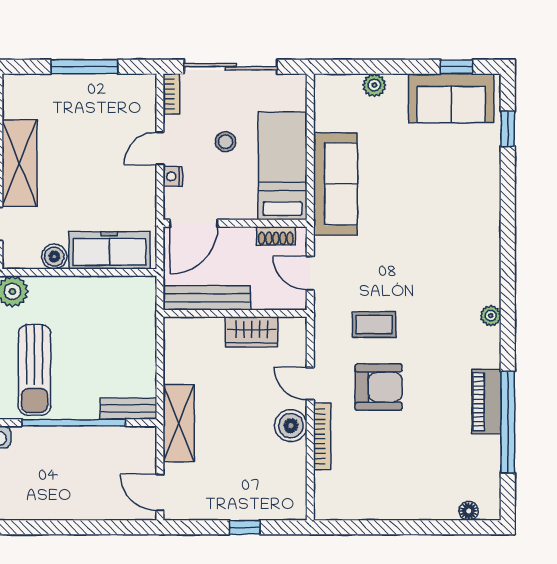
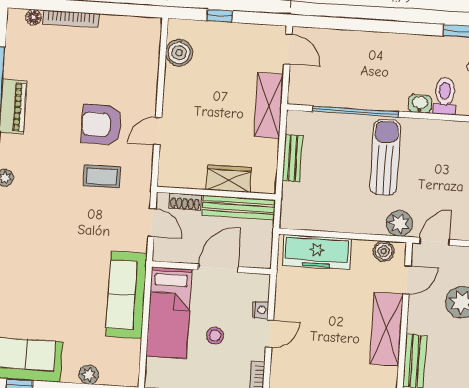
door: (194, 223) -> (218, 268), moved
shoe rack: (276, 236) -> (185, 202), moved, turned 180
boiler: (54, 257) -> (384, 251), moved
wardrobe: (252, 332) -> (229, 179), moved
door: (310, 384) -> (158, 131), swing flipped
bench: (129, 409) -> (293, 158), moved, turned 90
boiler: (291, 426) -> (179, 53), moved
bookcase: (322, 436) -> (71, 19), moved, turned -90

